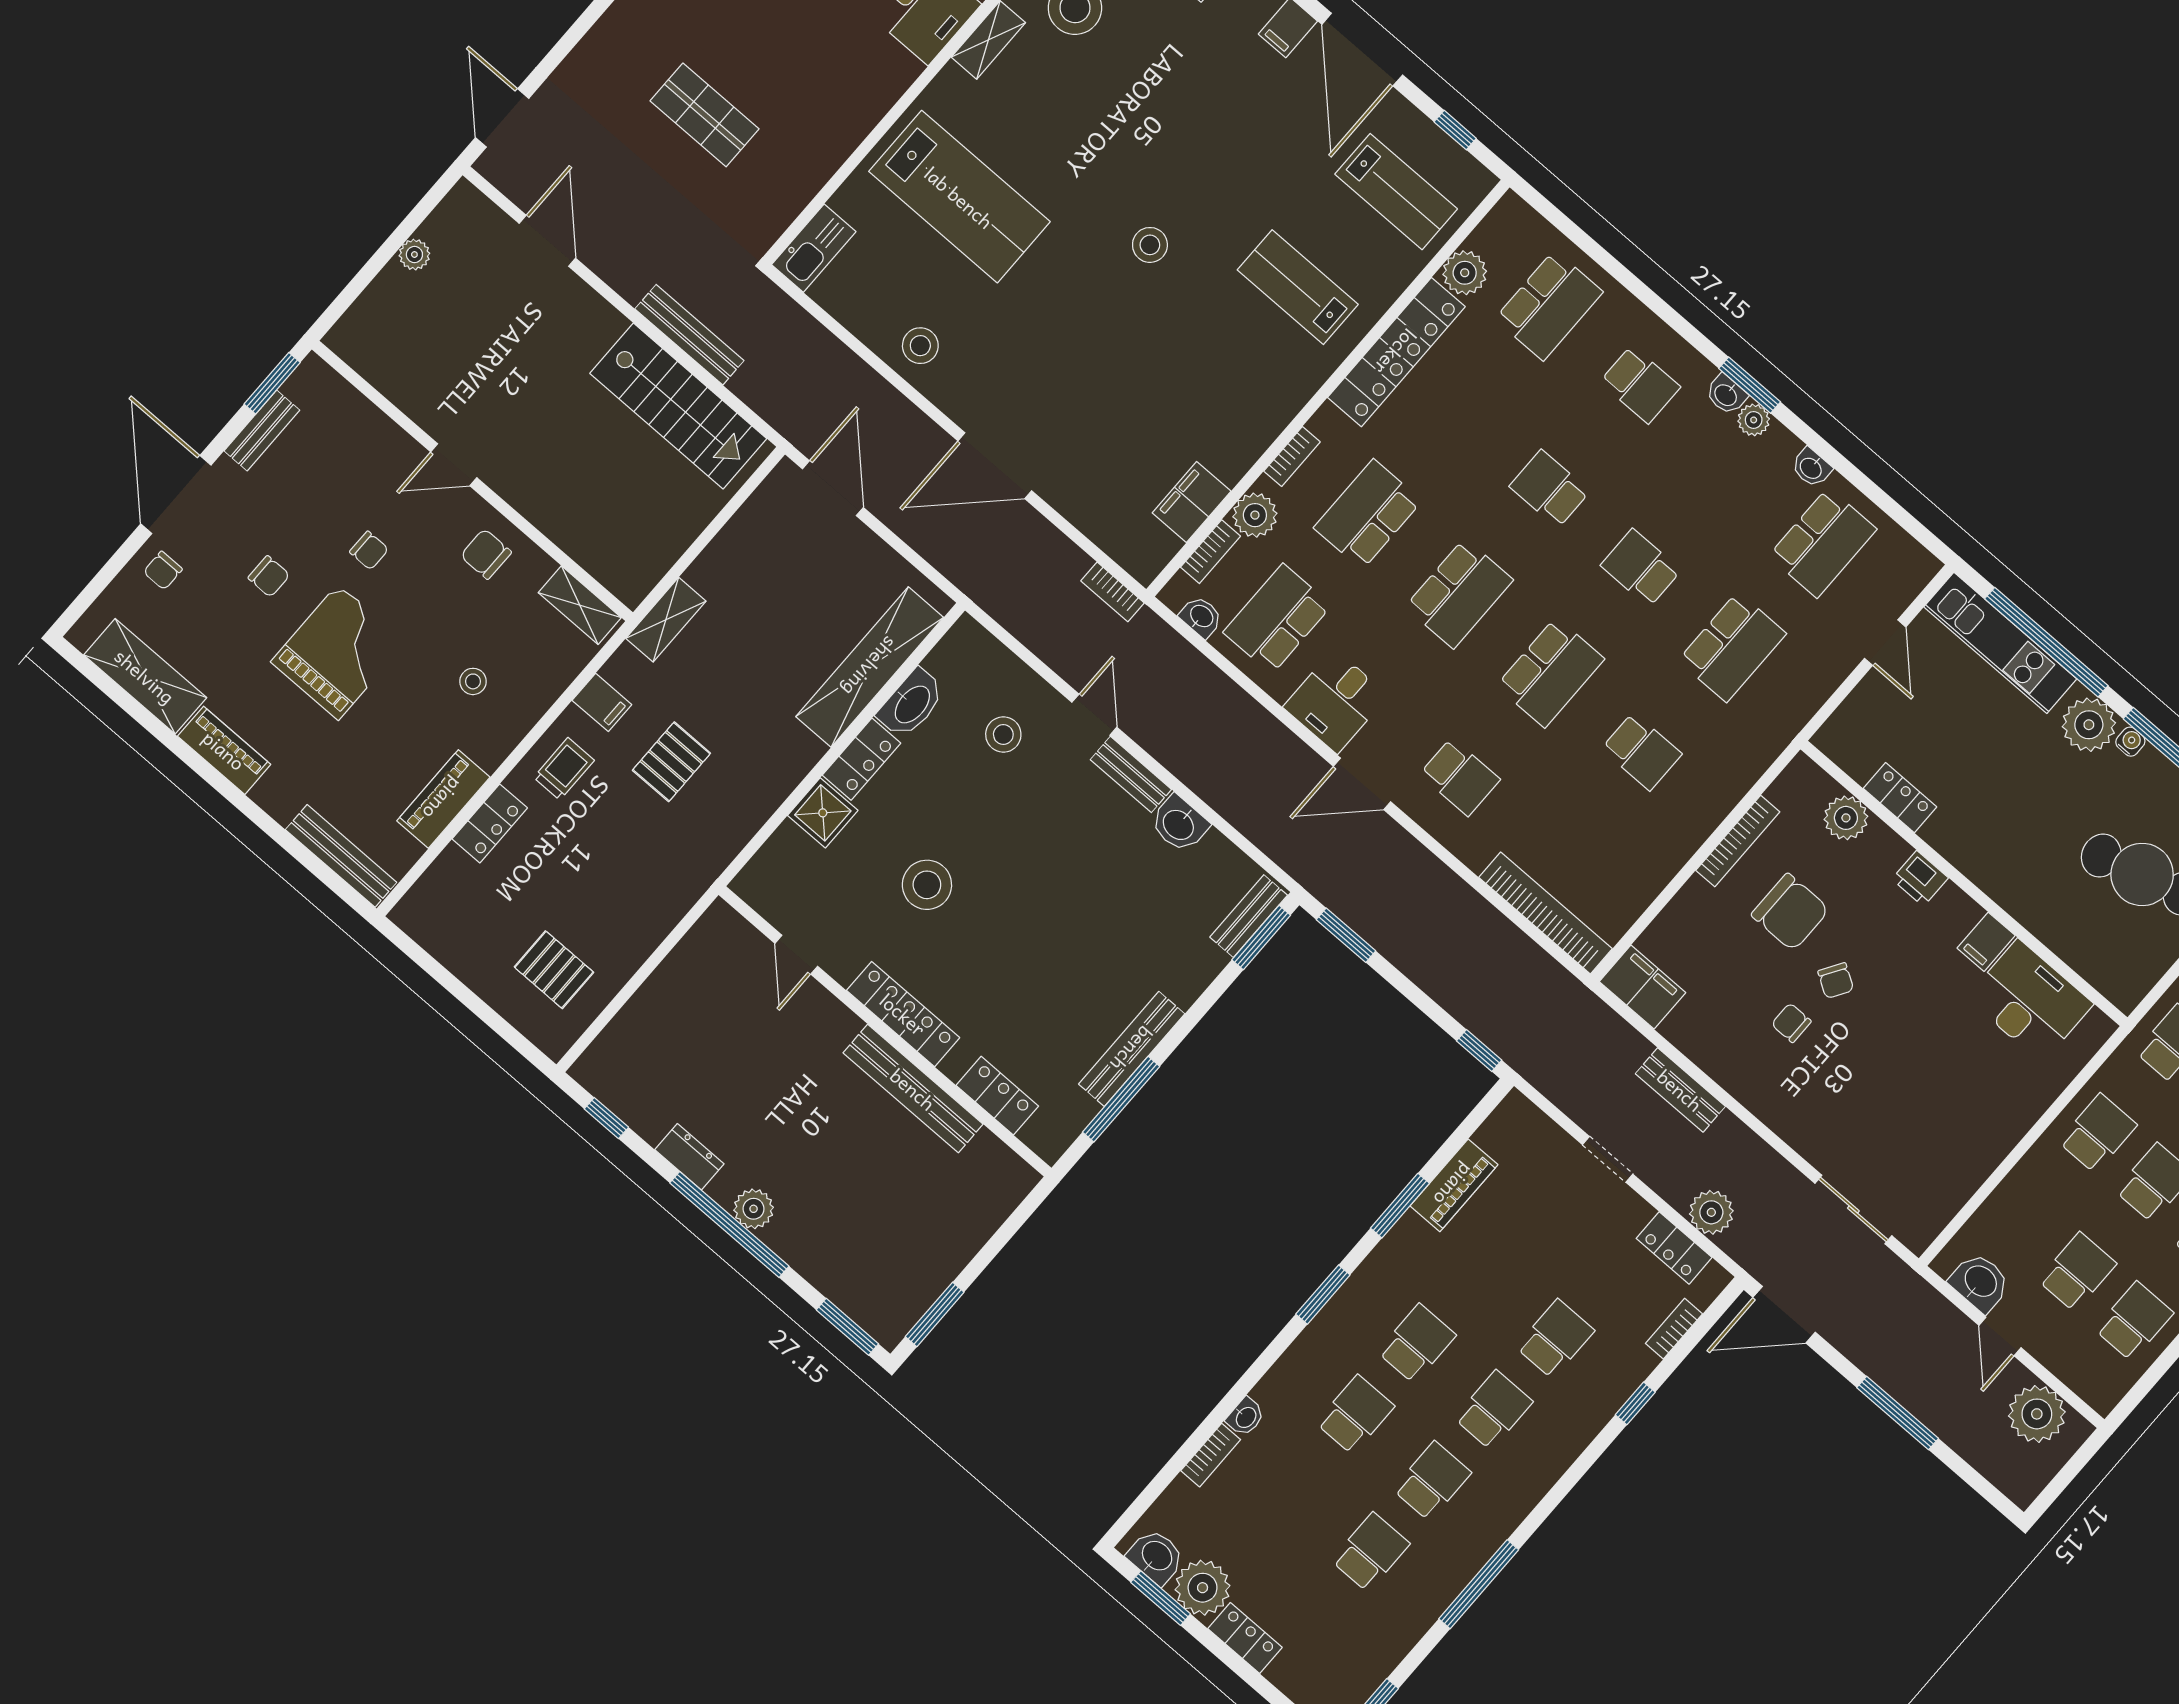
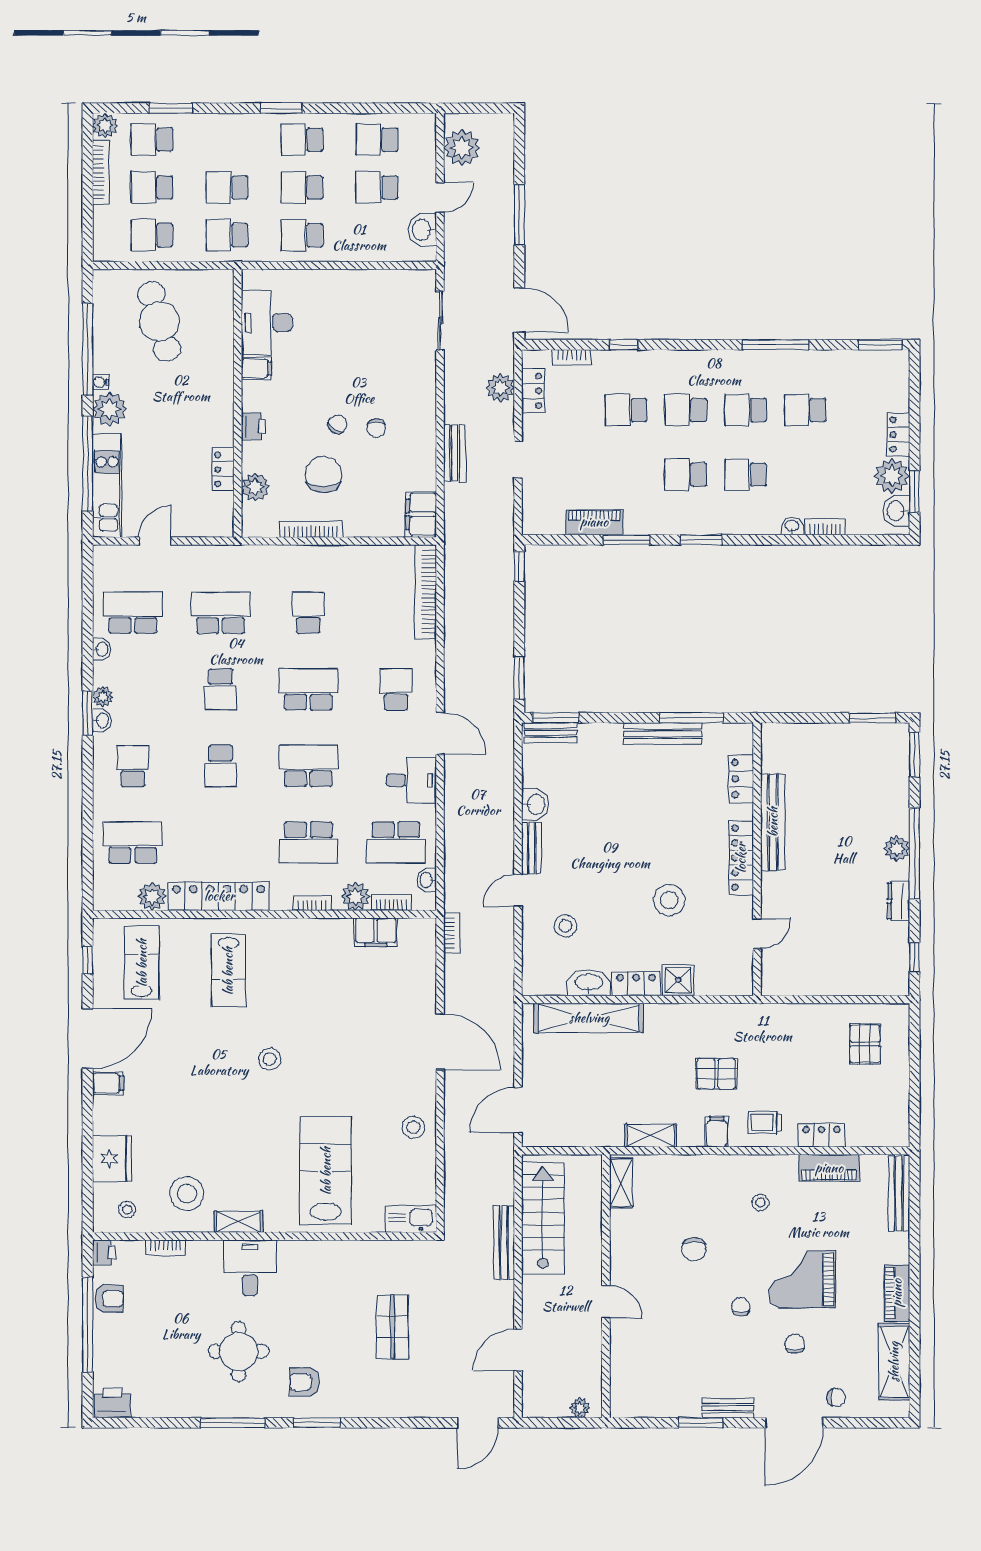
door: (454, 465) -> (606, 1302), moved
wall: (472, 481) -> (606, 1286), moved
shelving: (580, 605) -> (621, 1183), moved

